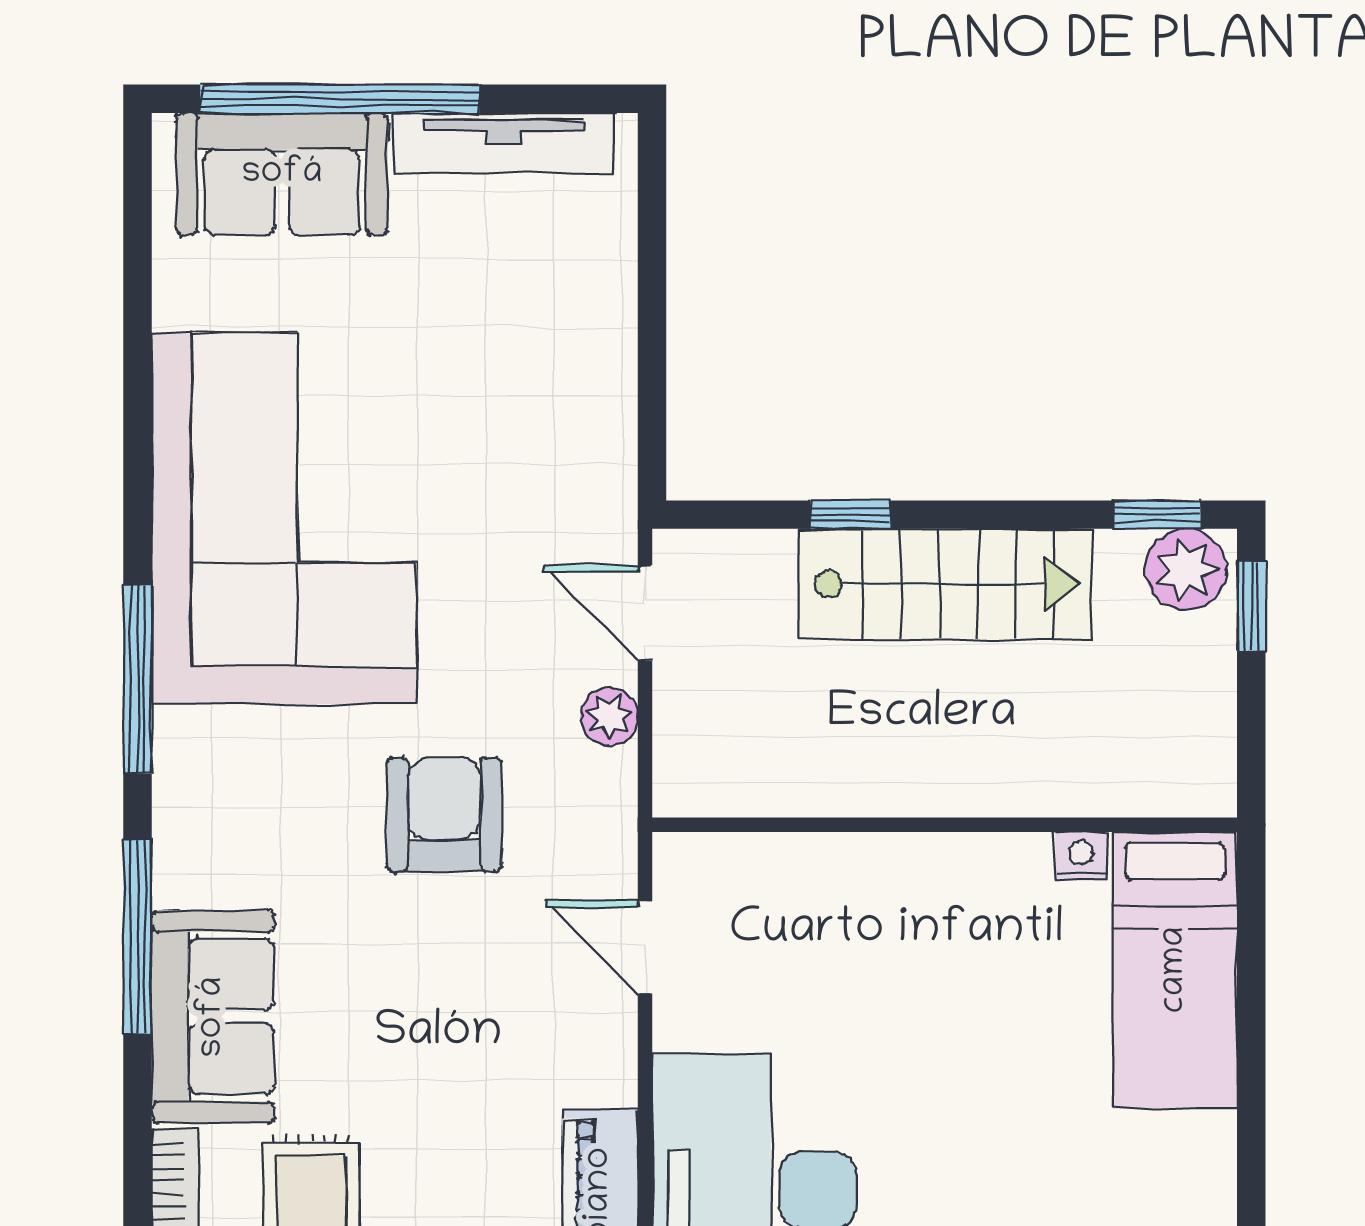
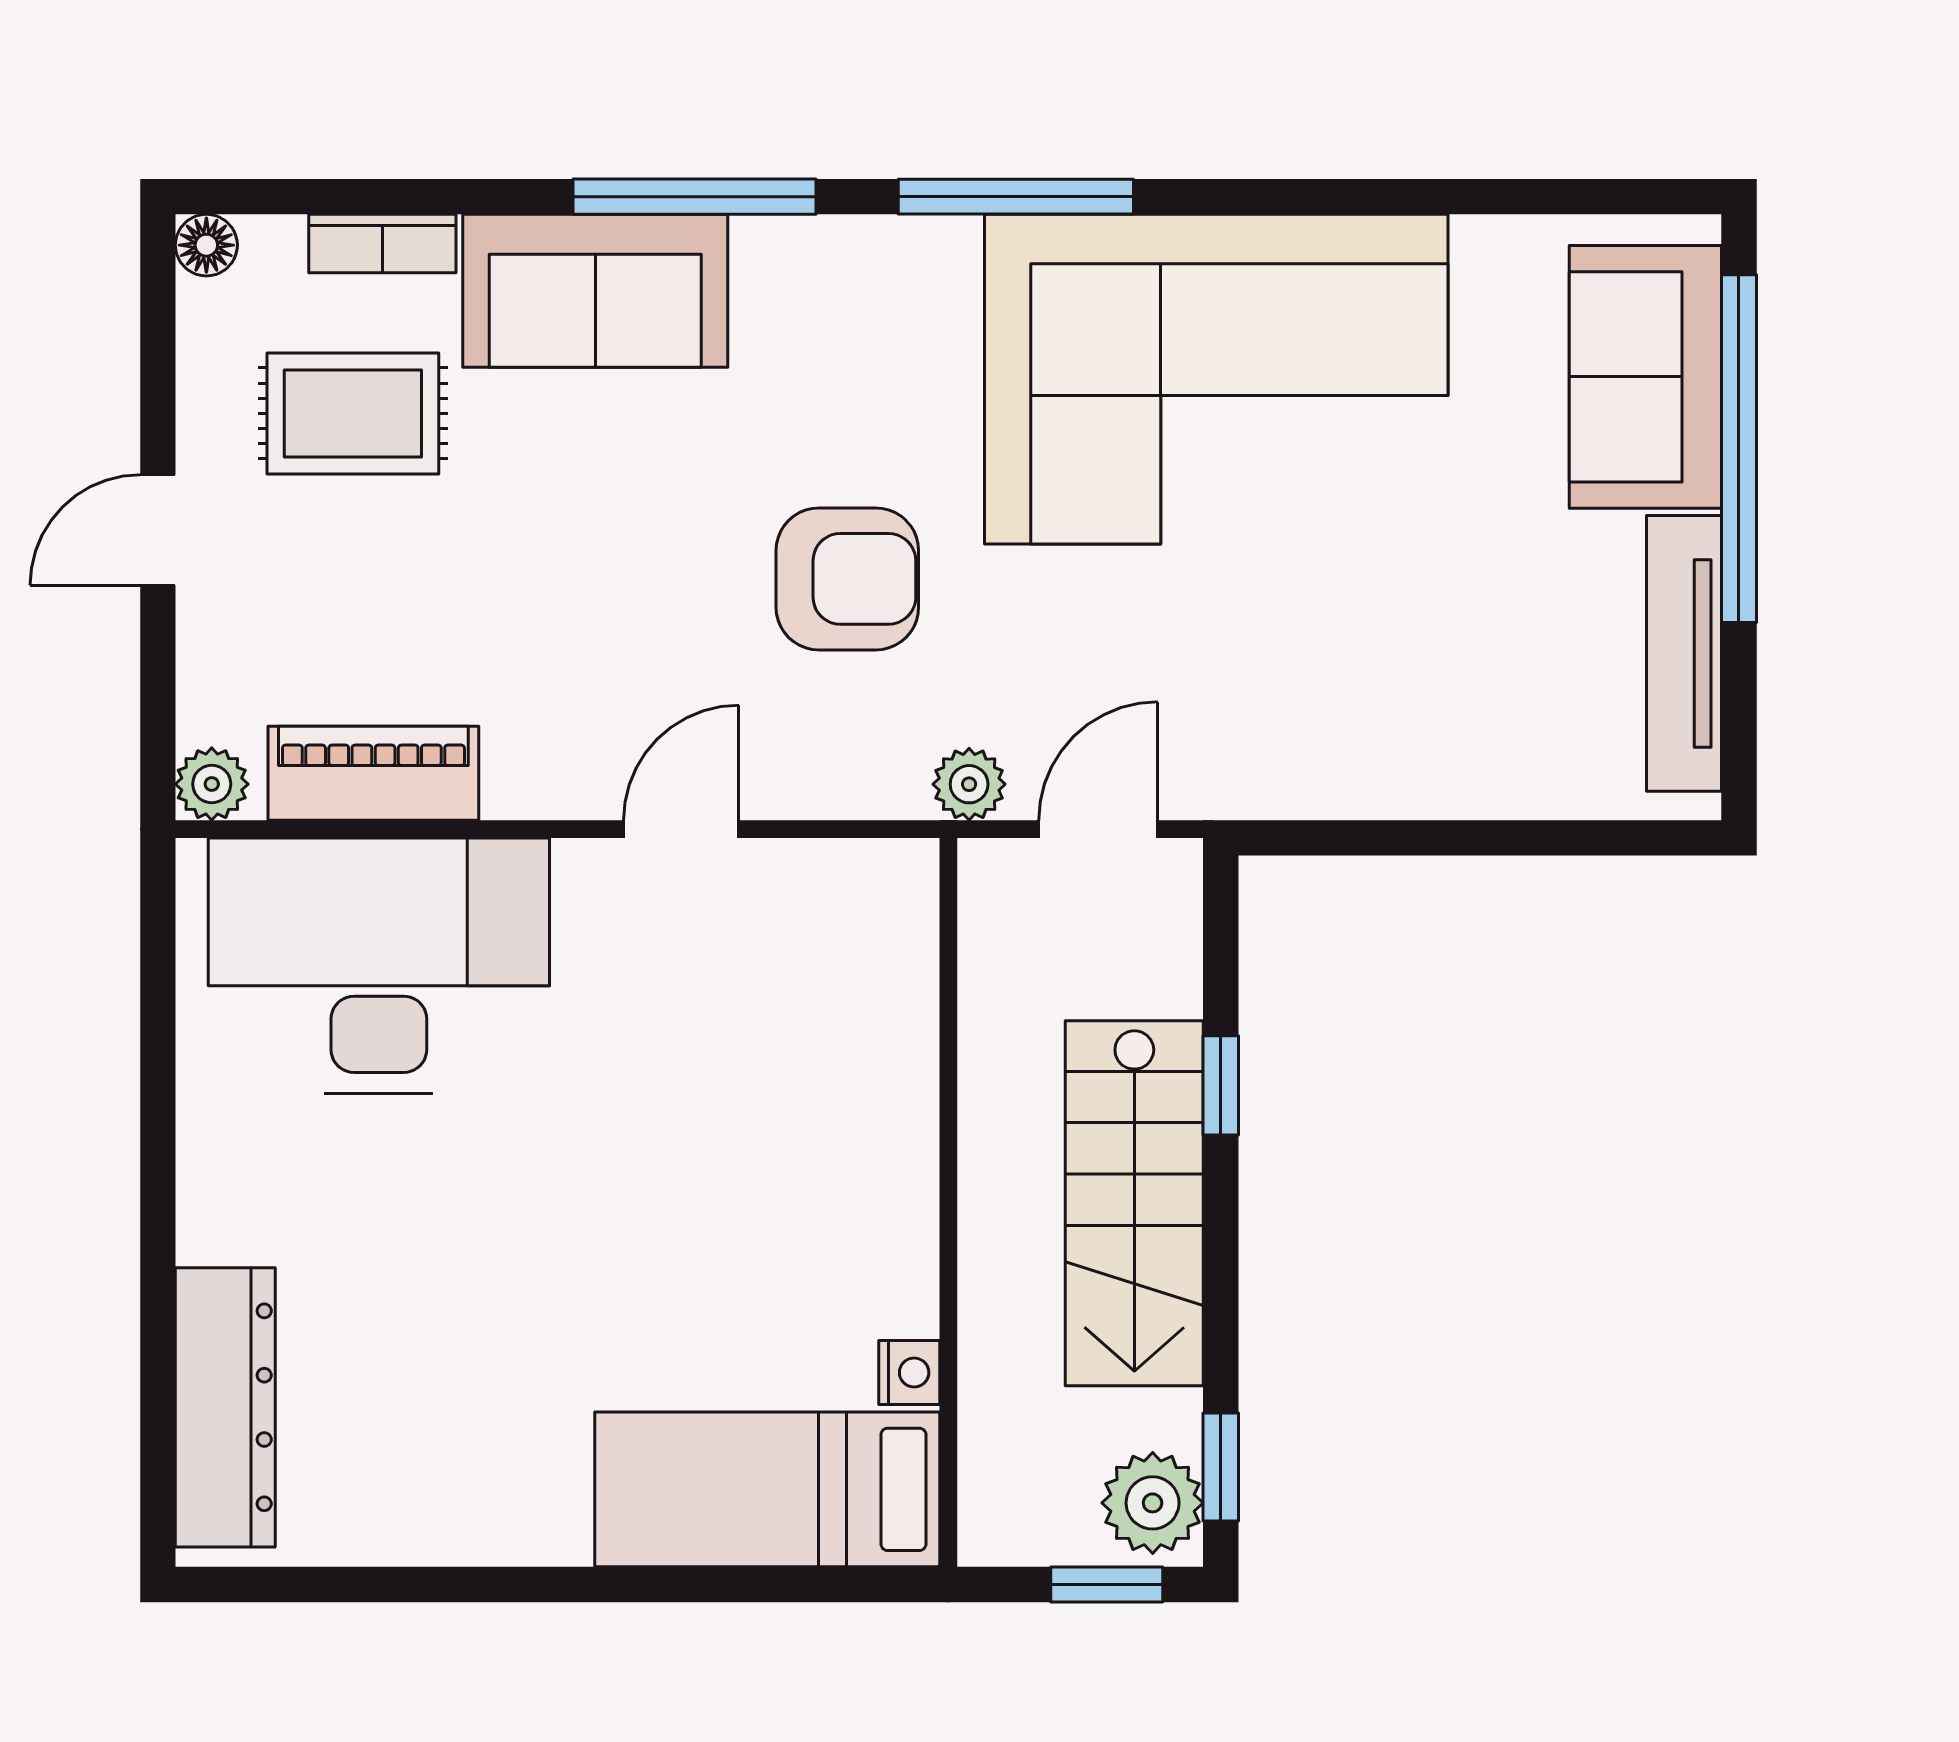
wall: (945, 825) -> (948, 1202), moved
nightstand: (1081, 856) -> (909, 1373), moved
bed: (1175, 970) -> (767, 1489), moved

